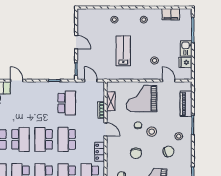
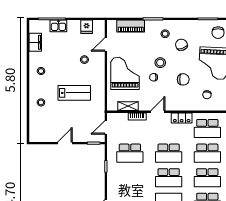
kitchen sink: (186, 48) -> (58, 26), moved
lab bench: (123, 51) -> (74, 93), turned 180
grand piano: (142, 99) -> (125, 73), turned 180
school desk: (67, 103) -> (130, 153), turned 180

